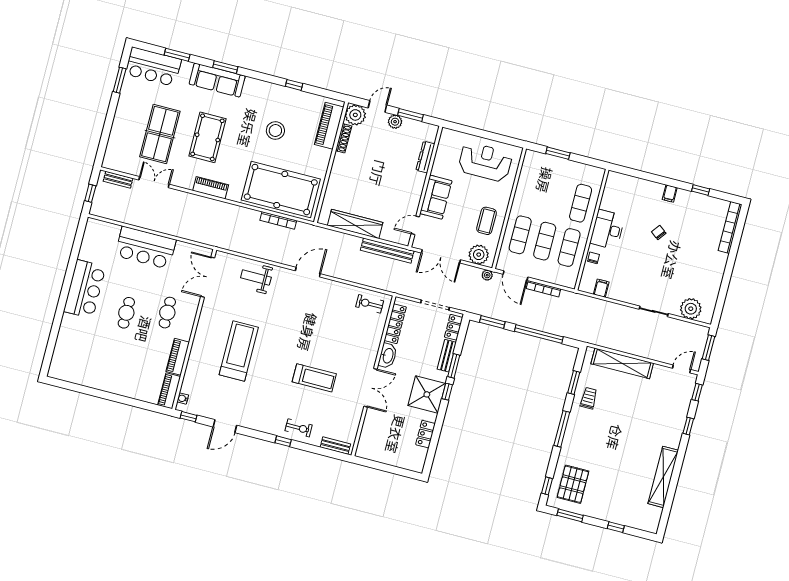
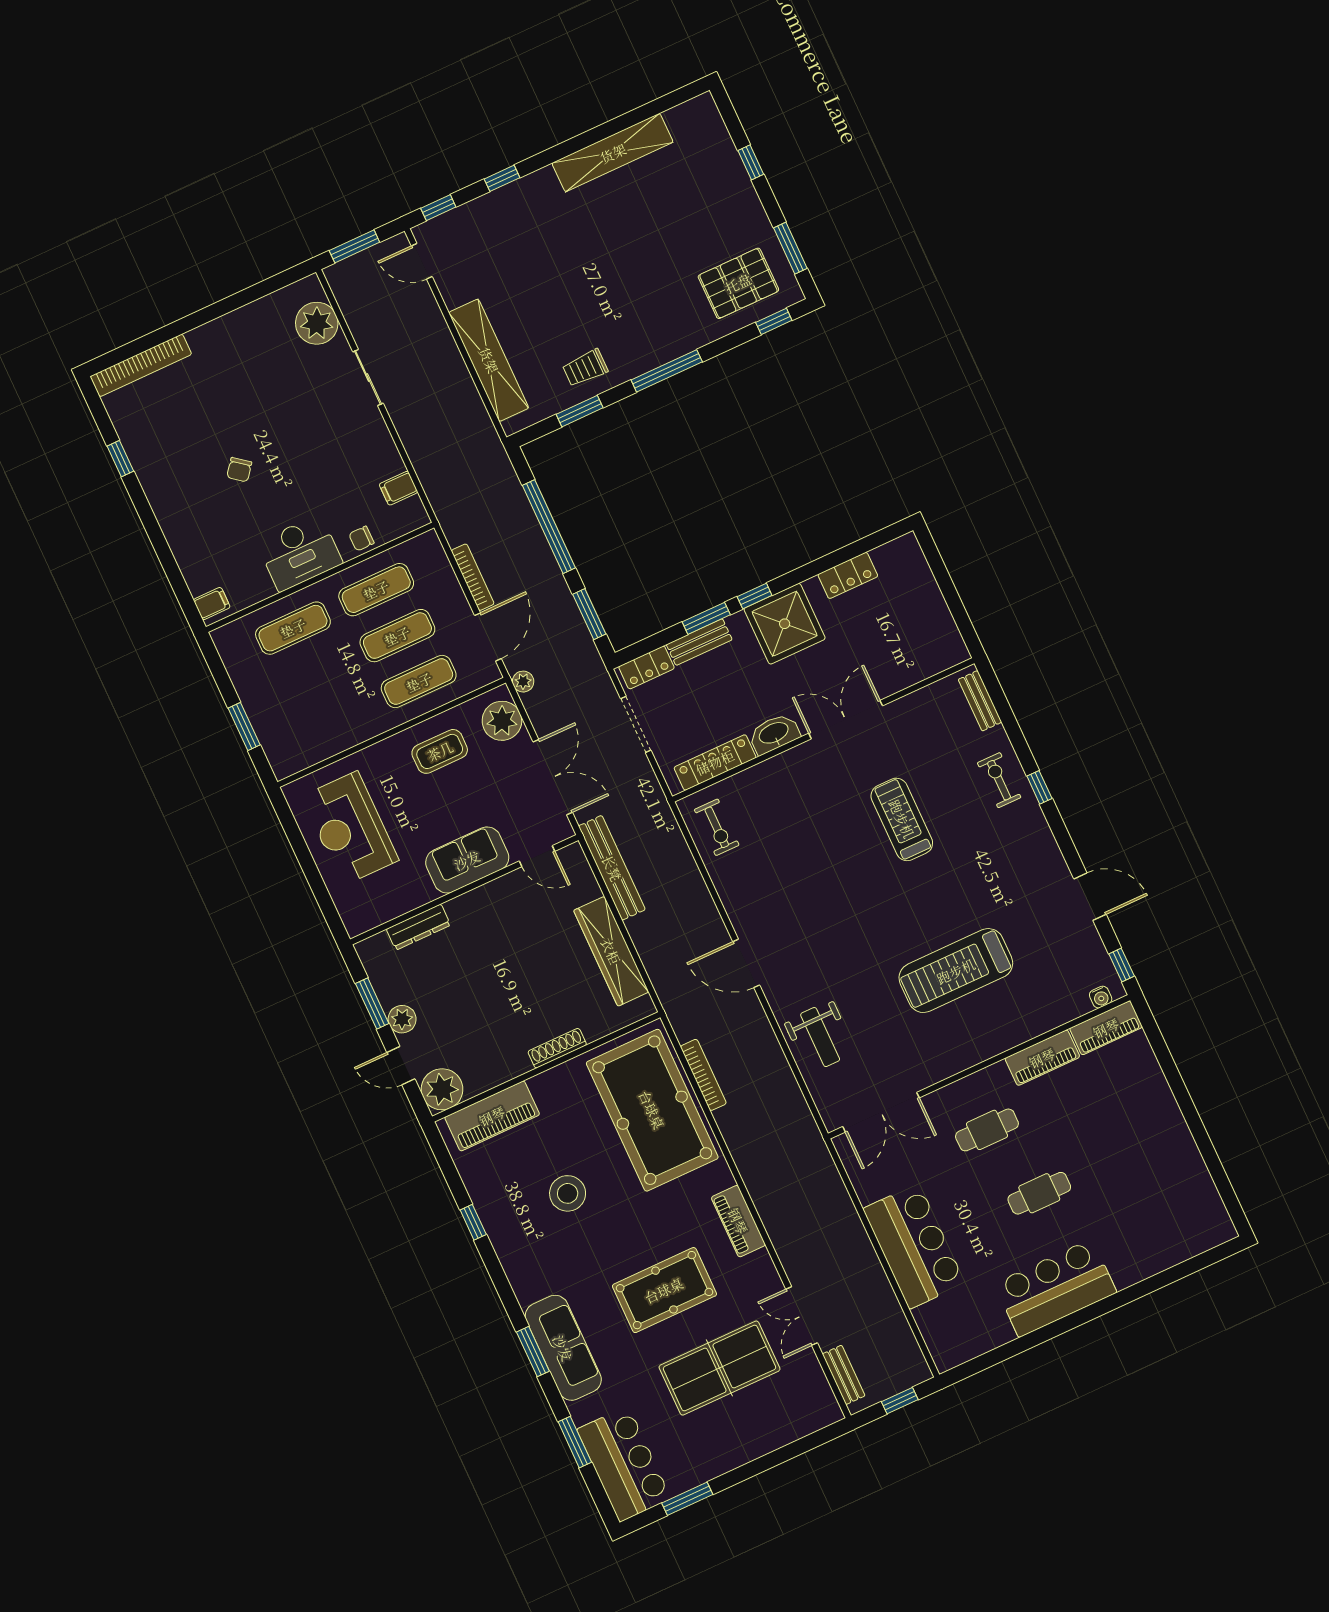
shoe rack: (344, 138) -> (557, 1048), moved
filing cabinet: (670, 194) -> (212, 604), moved

